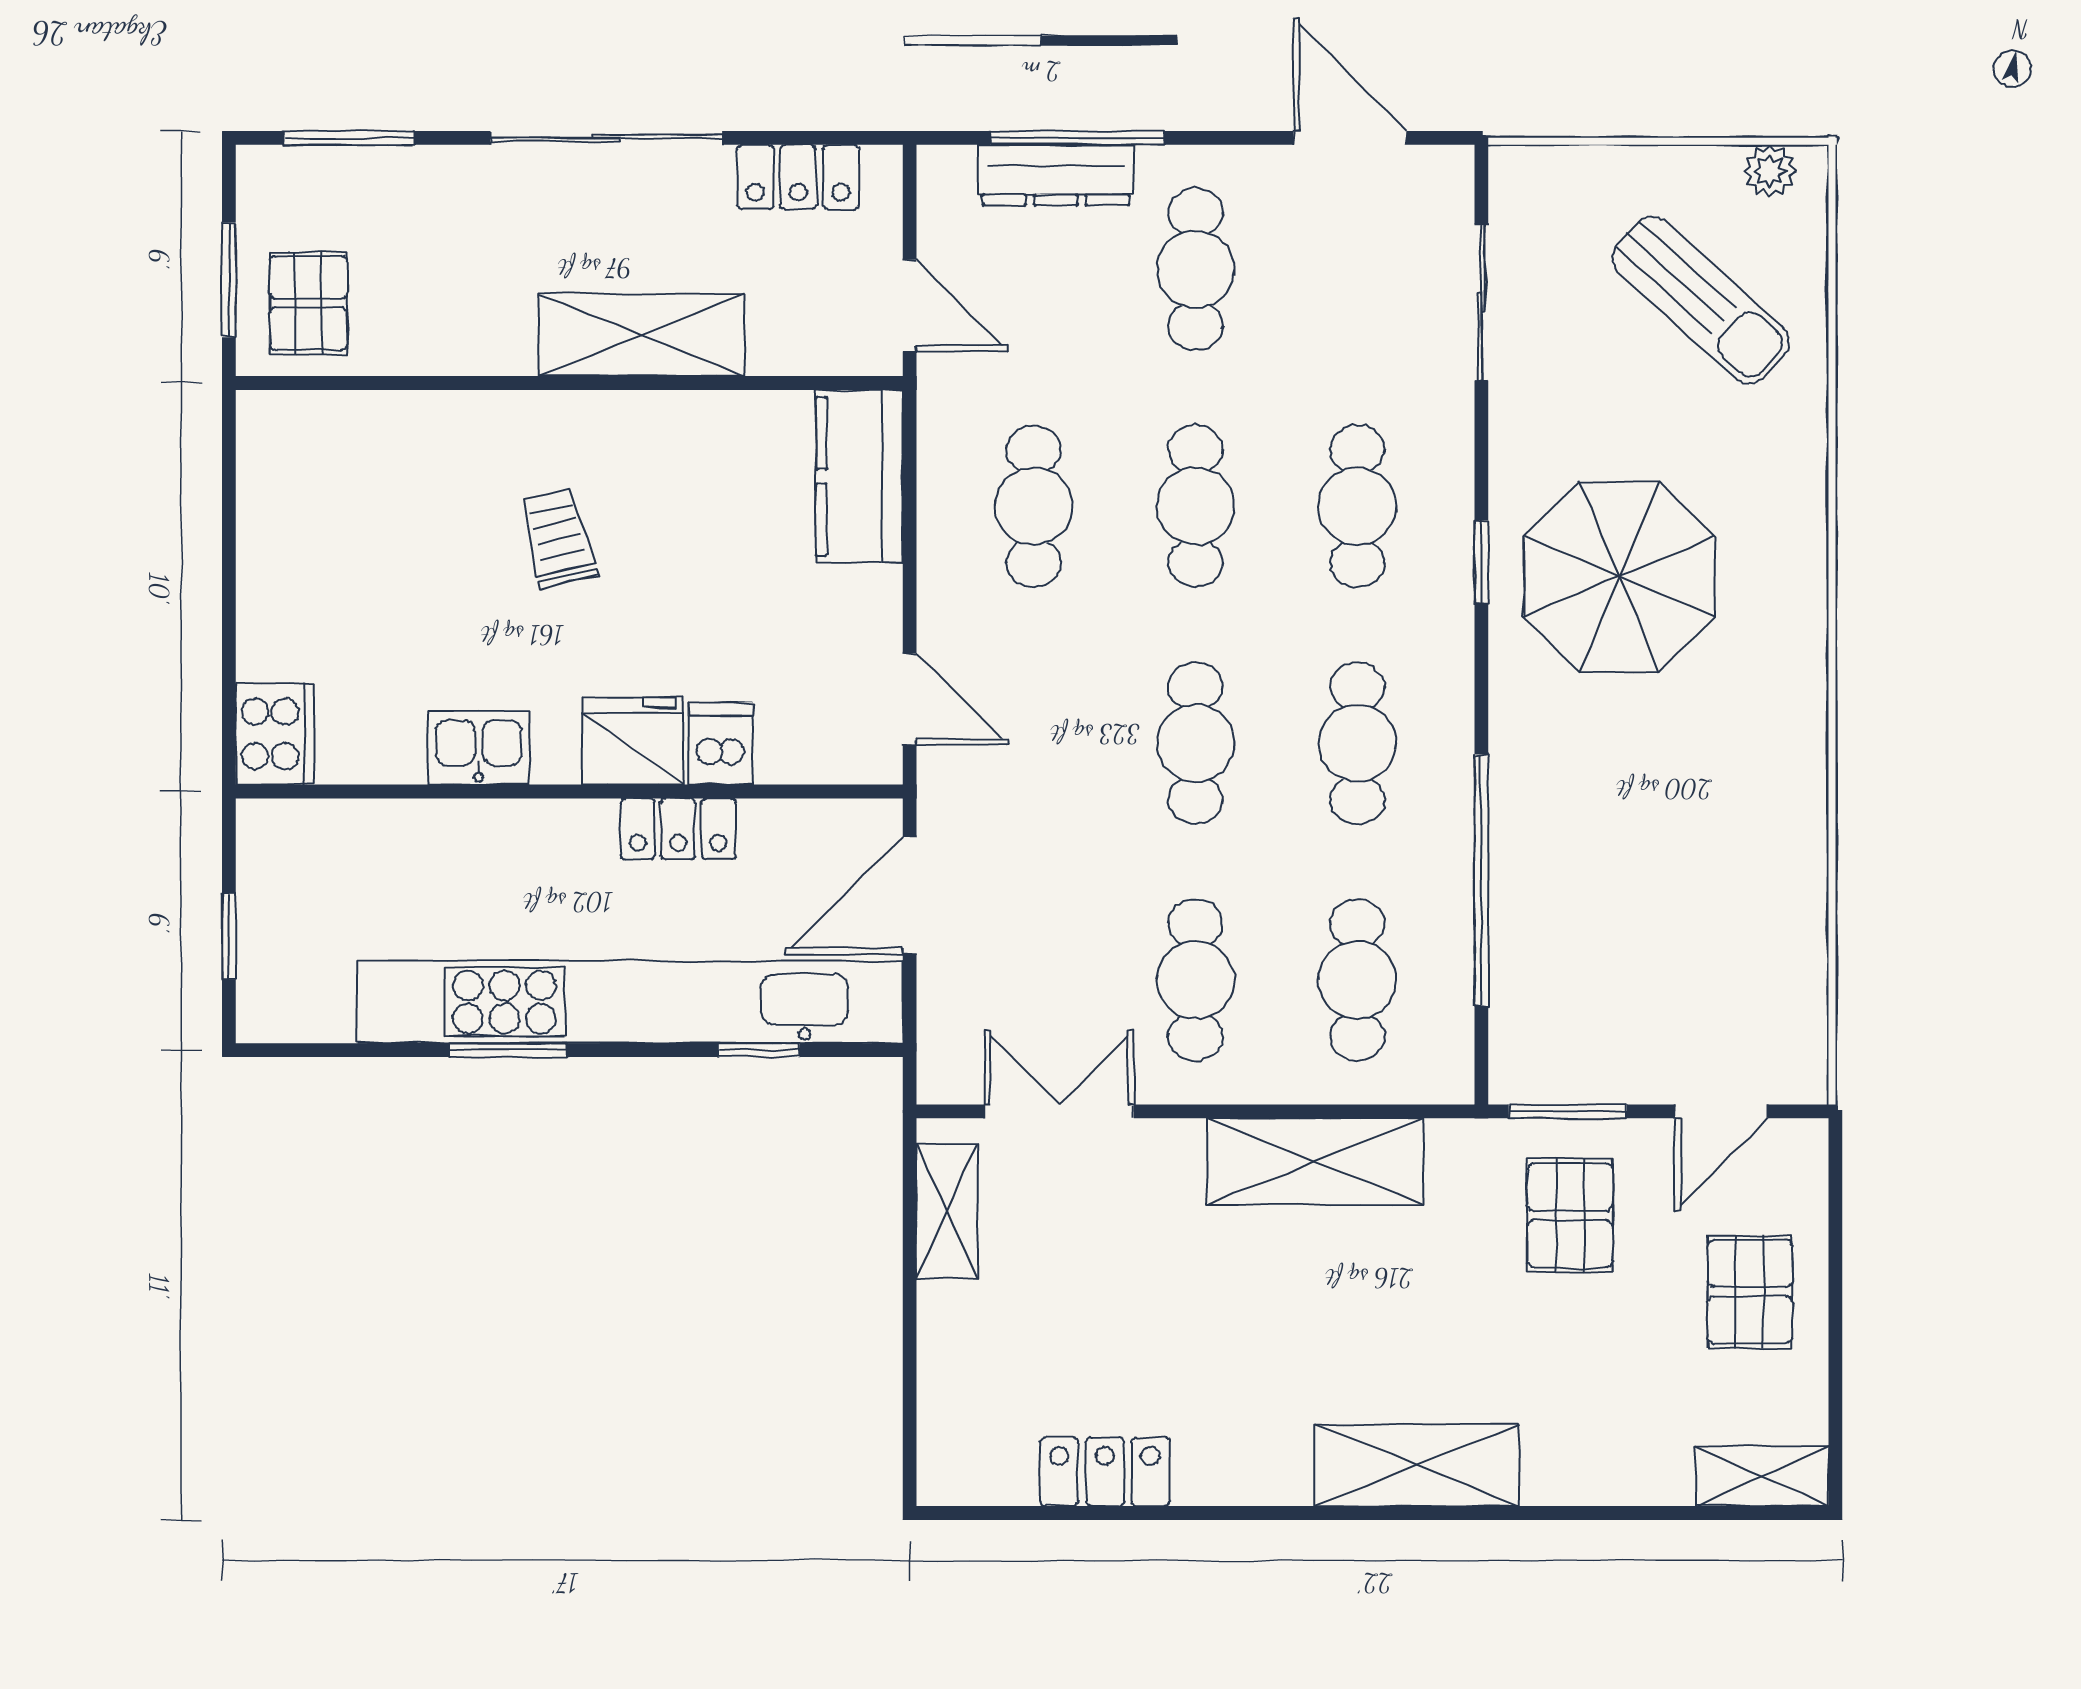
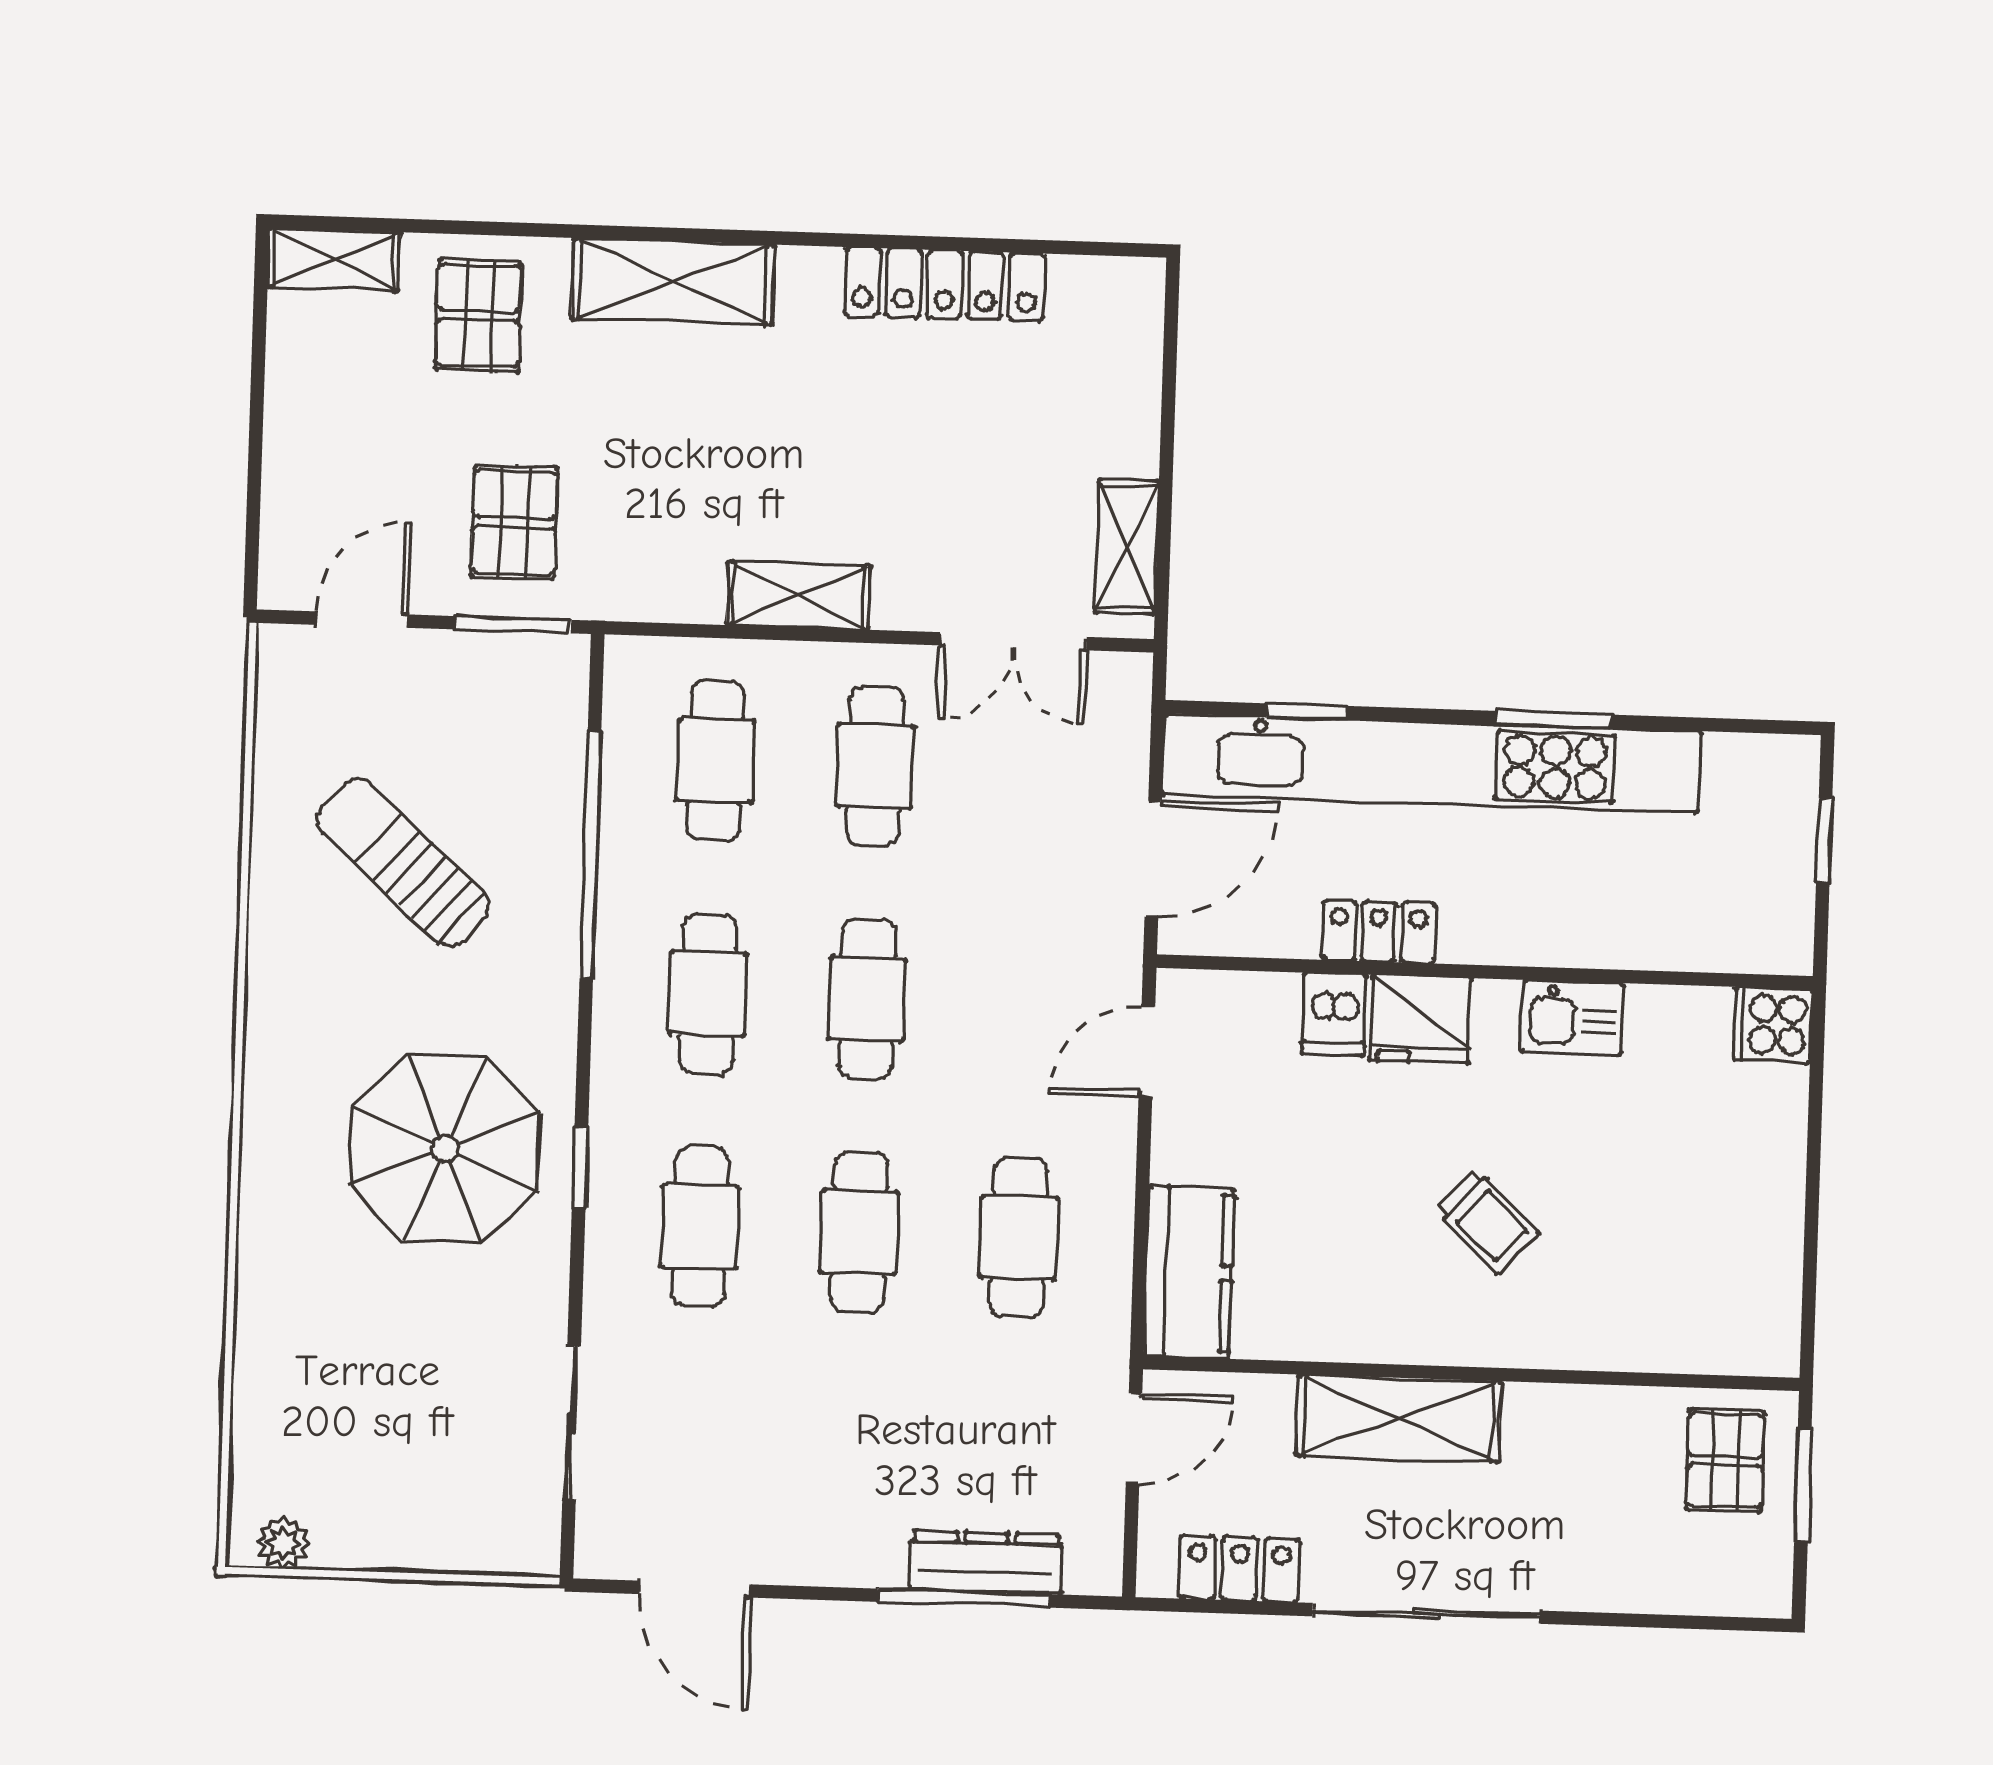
window: (349, 138) -> (1680, 1622), removed
cafe table: (1195, 269) -> (852, 1465), removed
sun lounger: (1701, 300) -> (403, 863), moved
door: (910, 306) -> (1134, 1439), swing flipped
trolley: (558, 538) -> (1487, 1221), turned -32
door: (910, 699) -> (1147, 1052), hinge flipped
cooker: (275, 734) -> (1773, 1025), width x0.73
shelving: (1315, 1161) -> (798, 595), width x0.67, depth x0.75
pallet: (1750, 1292) -> (479, 316), moved
locker: (1105, 1472) -> (944, 284), width x1.53

